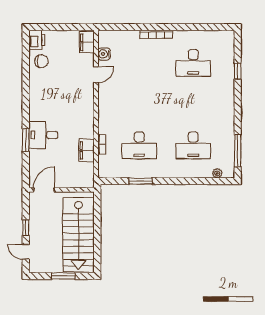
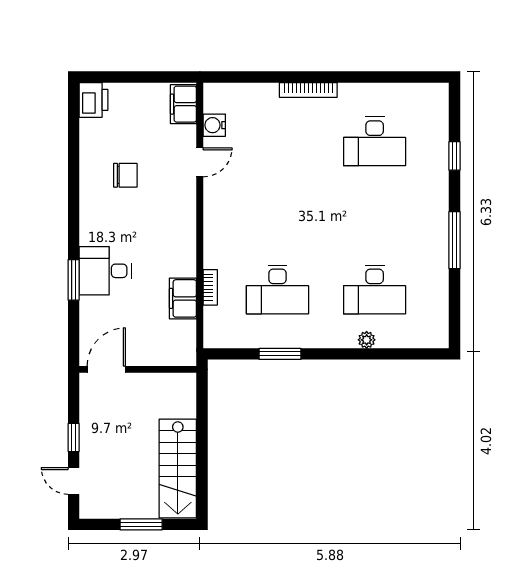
chair: (41, 61) -> (125, 175), moved
window: (238, 151) -> (455, 240), moved
plant: (217, 173) -> (367, 340), moved
stairs: (78, 235) -> (178, 469), width x0.73, depth x0.66

